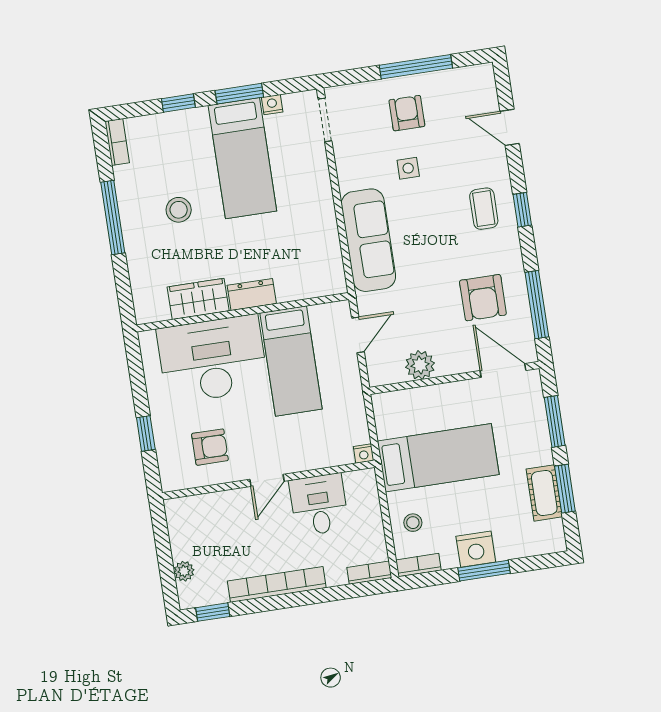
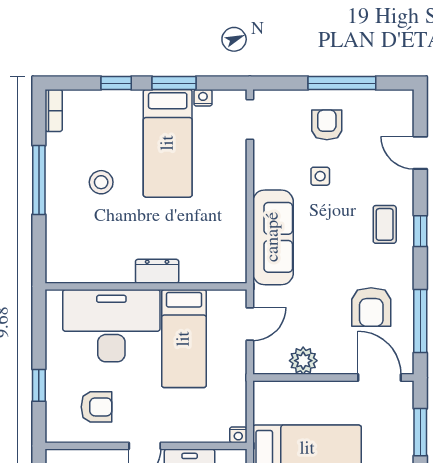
wardrobe: (198, 299) -> (107, 268), removed

